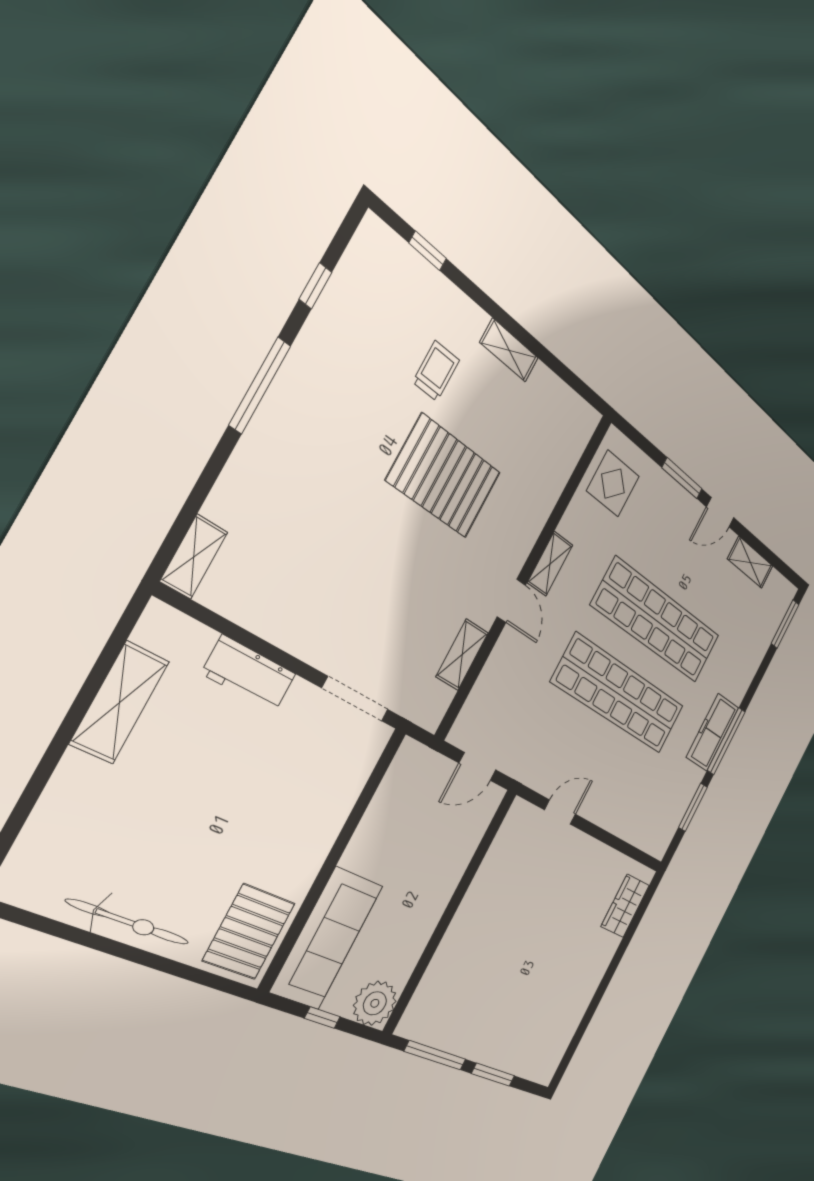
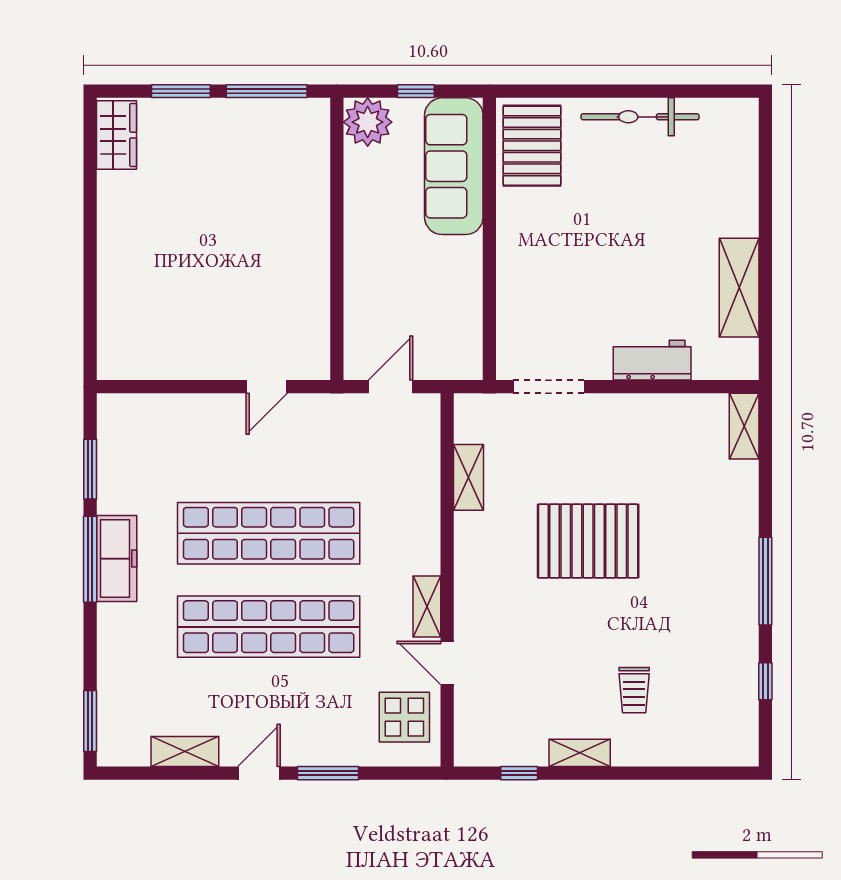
window: (428, 251) -> (519, 773), moved
pallet: (444, 476) -> (588, 541), moved
door: (511, 601) -> (447, 663), moved
wardrobe: (625, 906) -> (116, 135), moved

